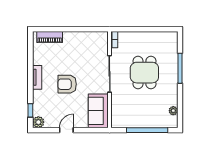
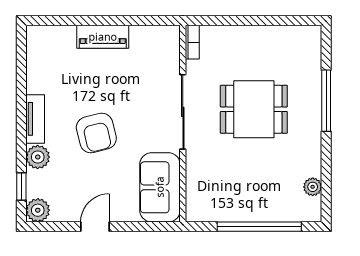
piano: (50, 37) -> (103, 37), moved
dining table: (144, 73) -> (254, 109), turned 90
armchair: (67, 84) -> (96, 133), turned -104
plant: (38, 96) -> (38, 157), added

